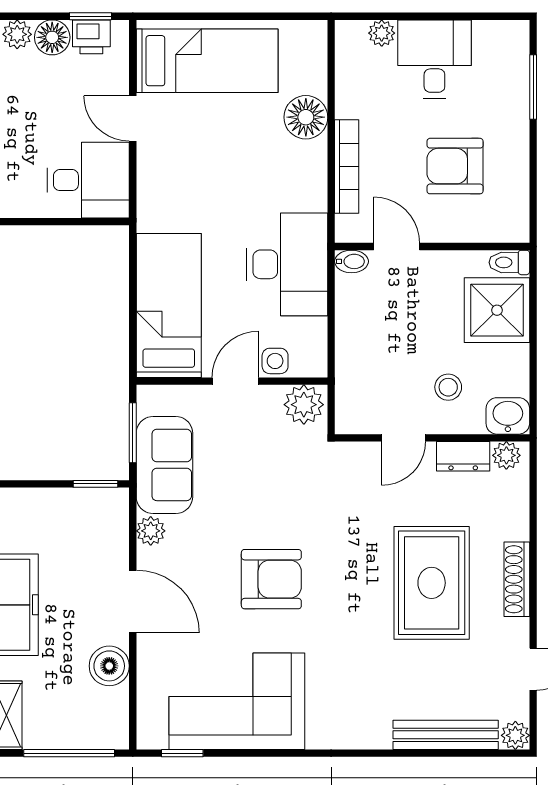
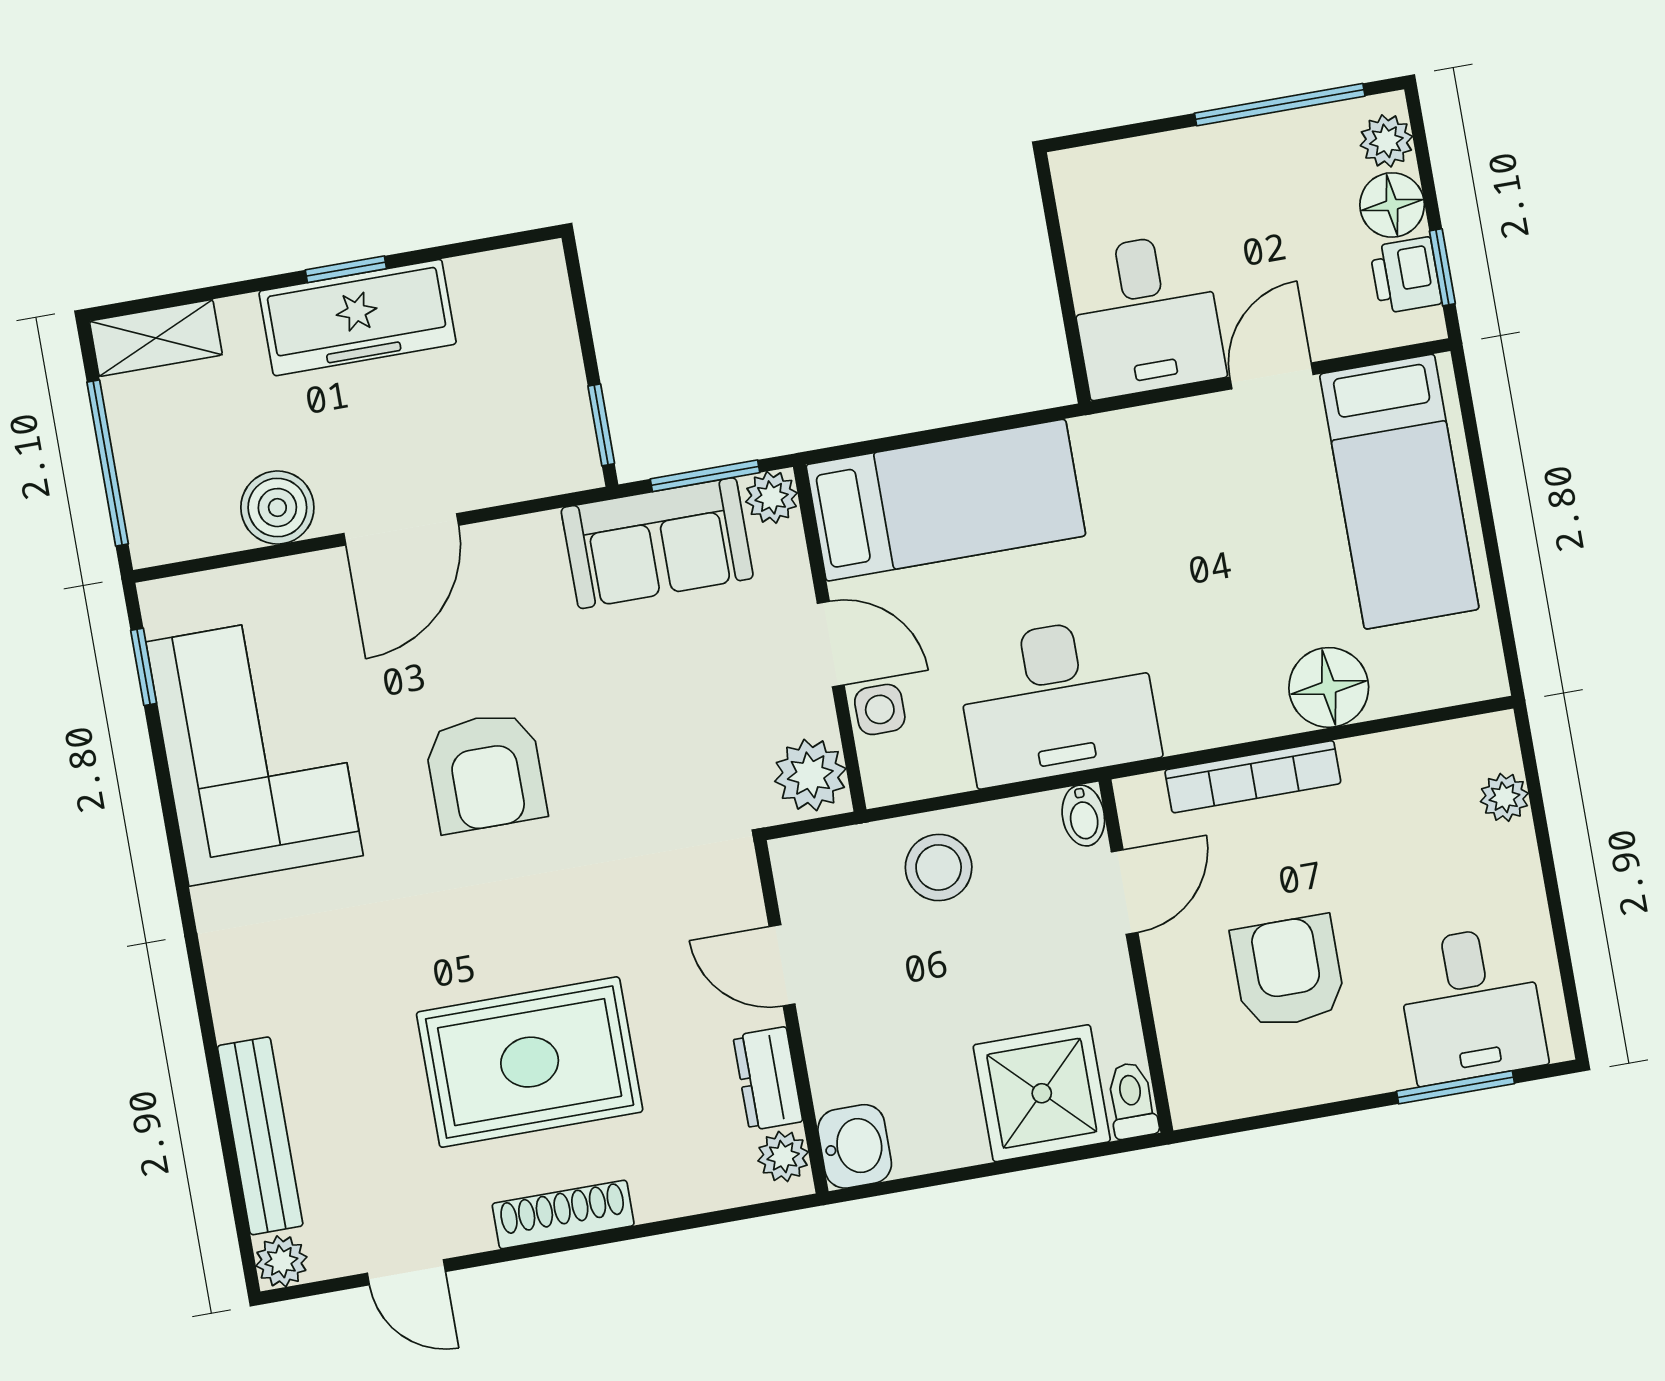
desk: (434, 59) -> (1471, 1005), moved, turned 90
stool: (448, 387) -> (939, 867), moved, width x1.37, depth x1.37
plant: (151, 531) -> (772, 497), moved

